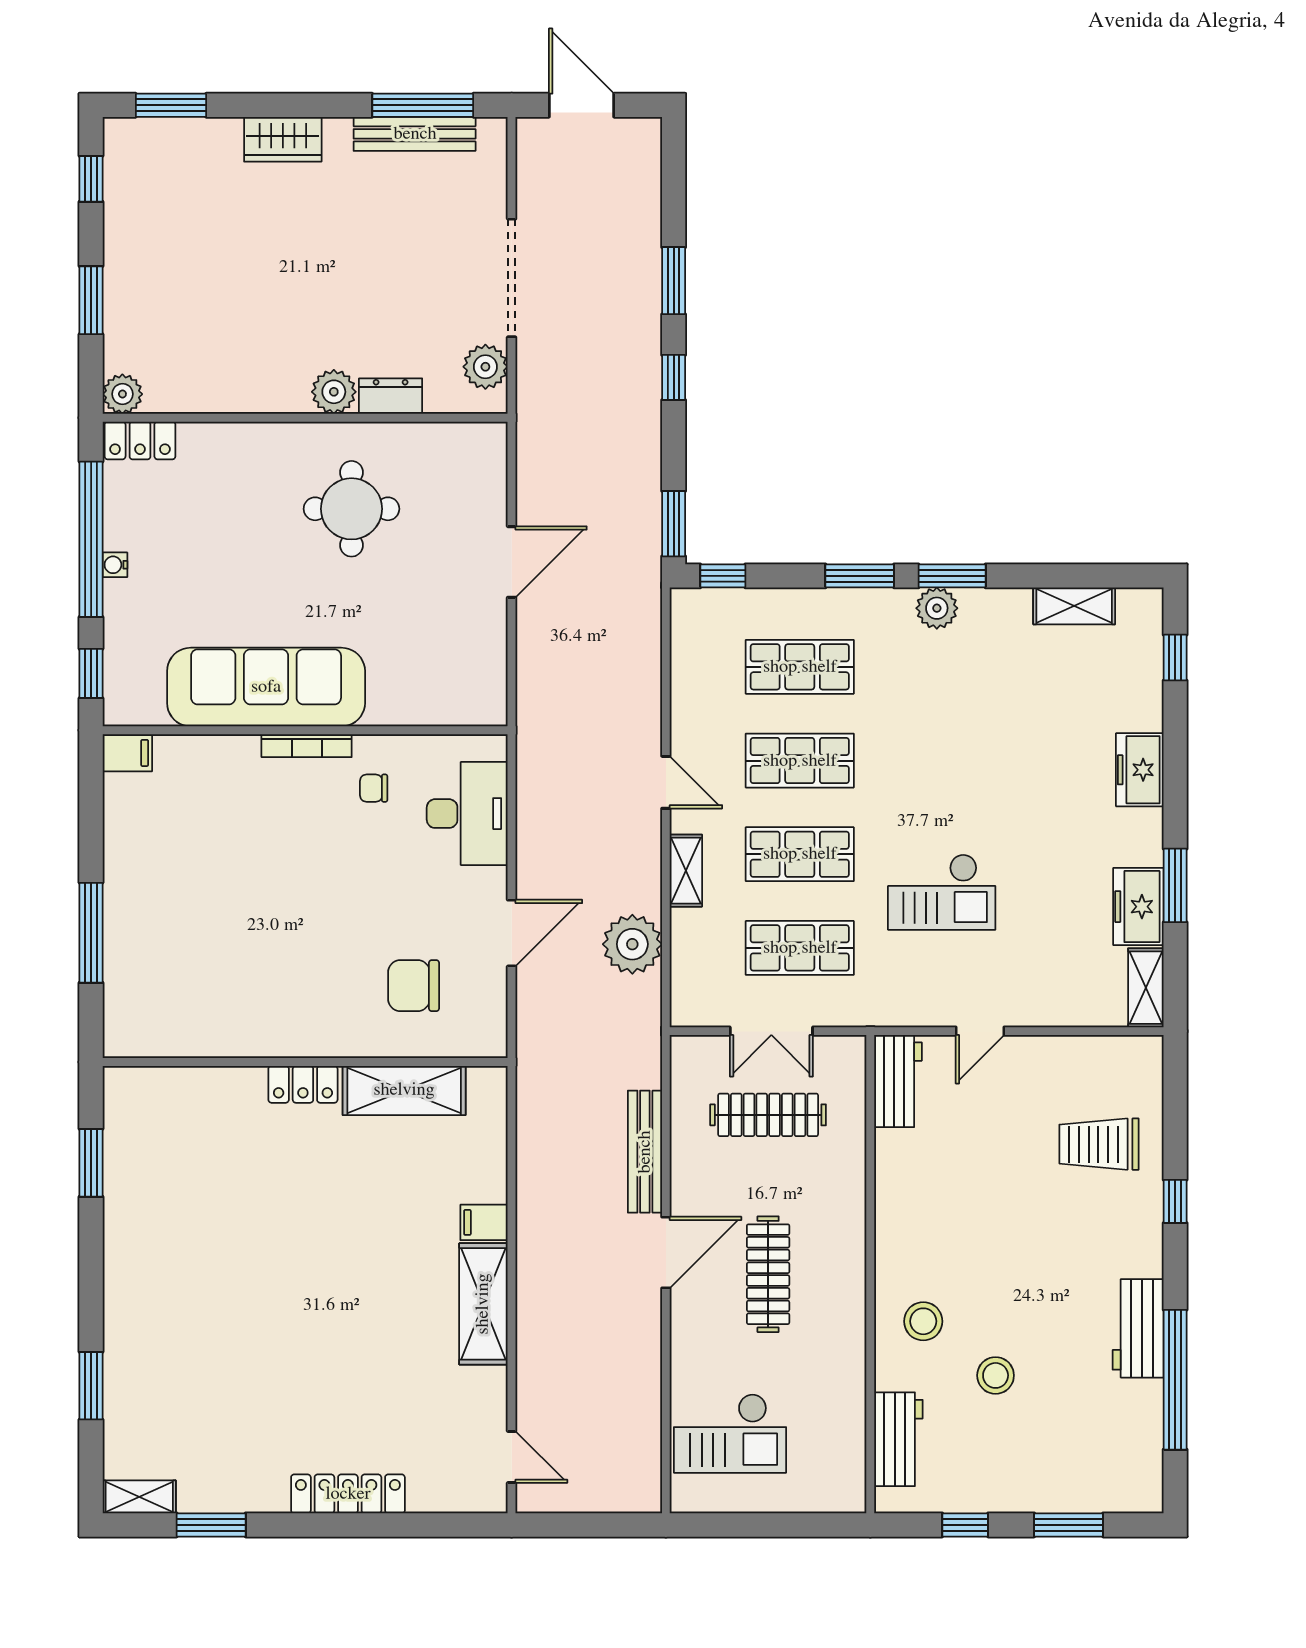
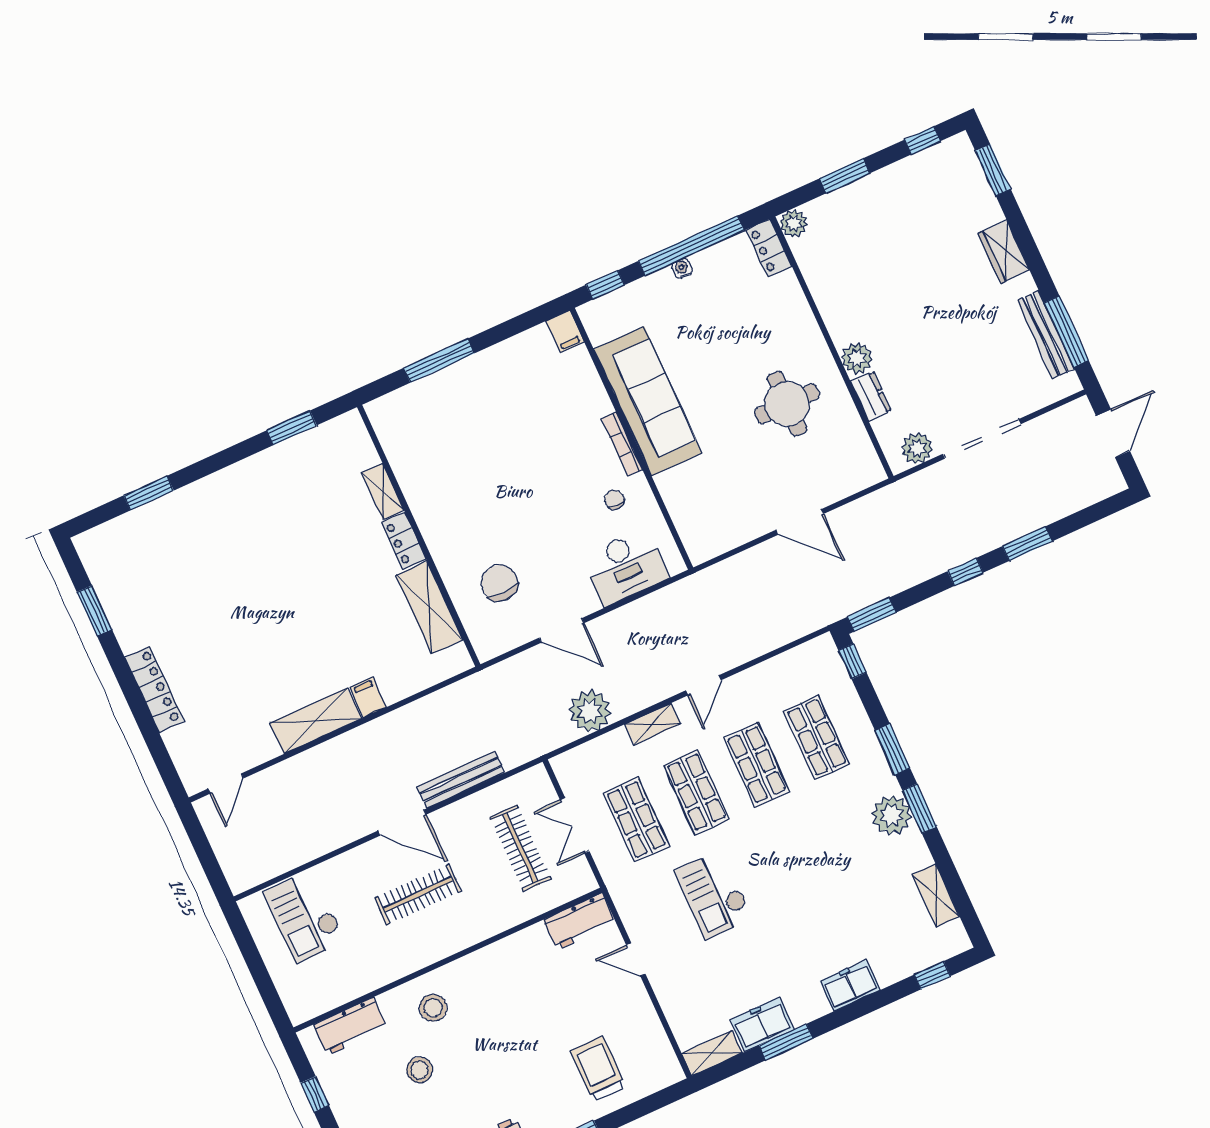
plant: (937, 608) -> (892, 815), width x1.36, depth x1.36
shelving: (139, 1497) -> (383, 491), moved

